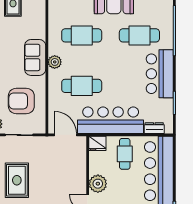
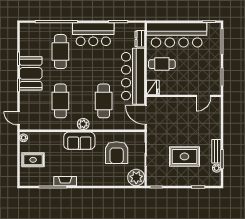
door: (65, 135) -> (146, 115), hinge flipped
plant: (98, 184) -> (187, 87), removed

